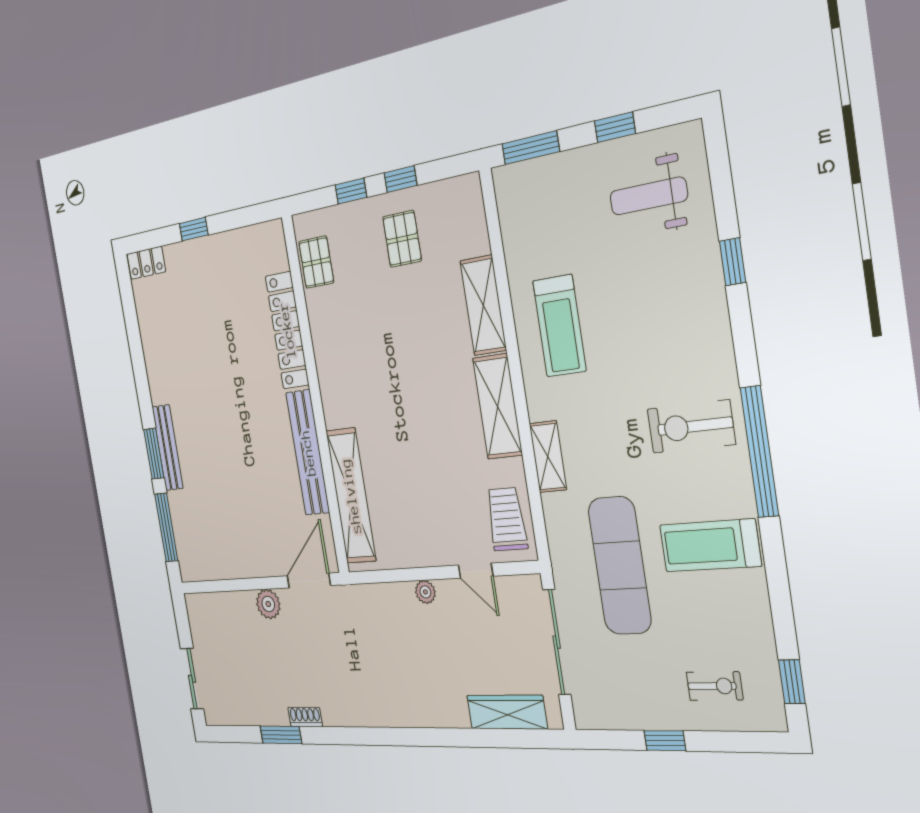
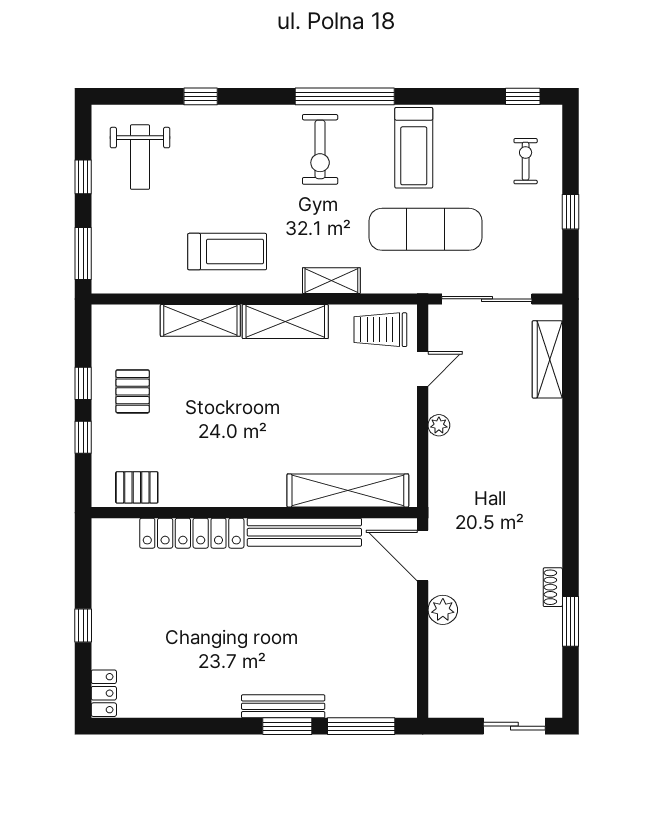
pallet: (402, 239) -> (133, 391), turned 90

